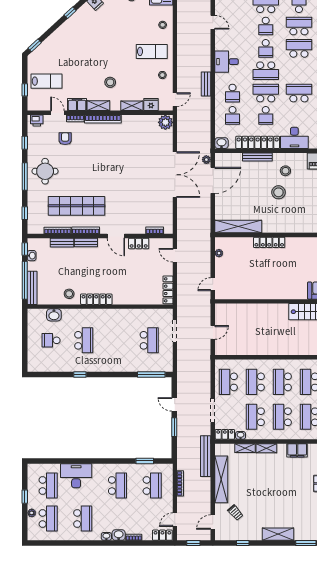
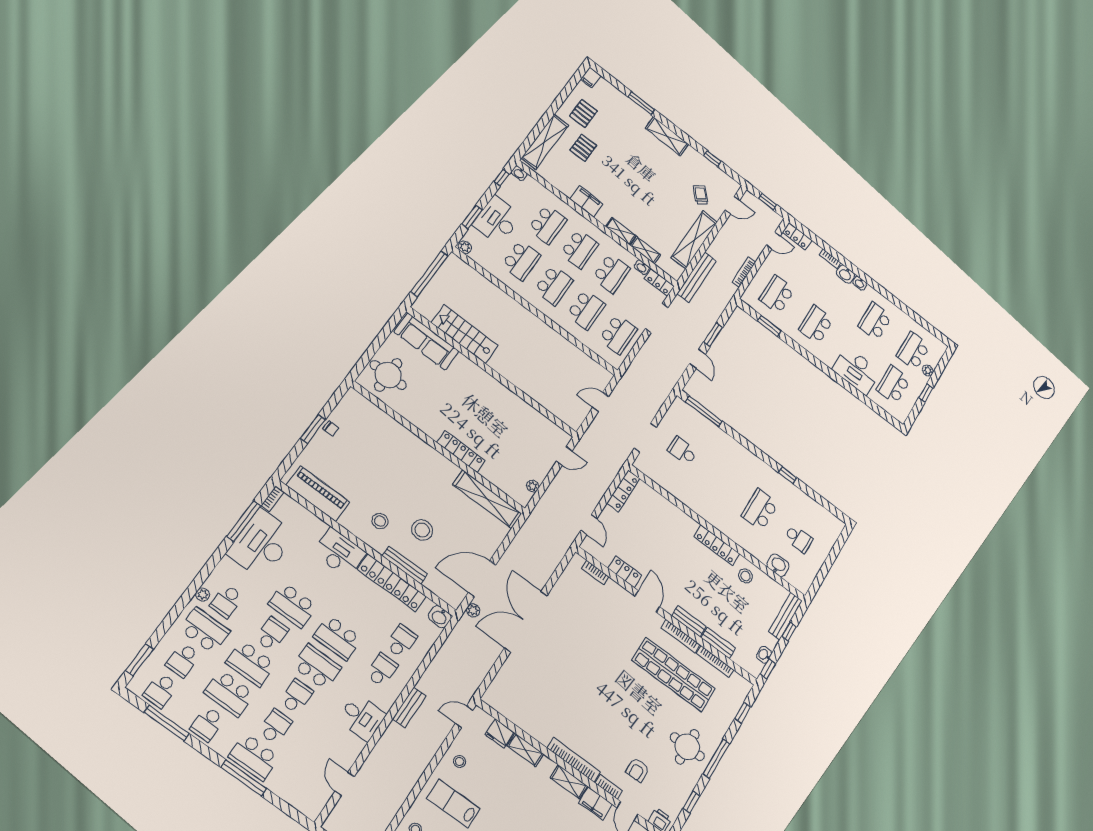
stool: (110, 82) -> (535, 802), removed
school desk: (266, 115) -> (272, 634), moved
plant: (165, 122) -> (495, 697), removed
stool: (278, 192) -> (422, 530), moved
window: (25, 280) -> (789, 632), width x0.32
school desk: (149, 340) -> (682, 451), width x0.54

